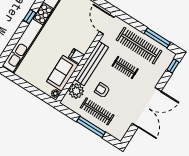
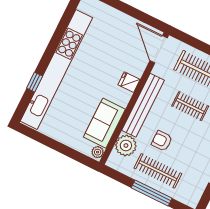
window: (30, 17) -> (35, 82), moved
fridge: (77, 56) -> (129, 82), moved

